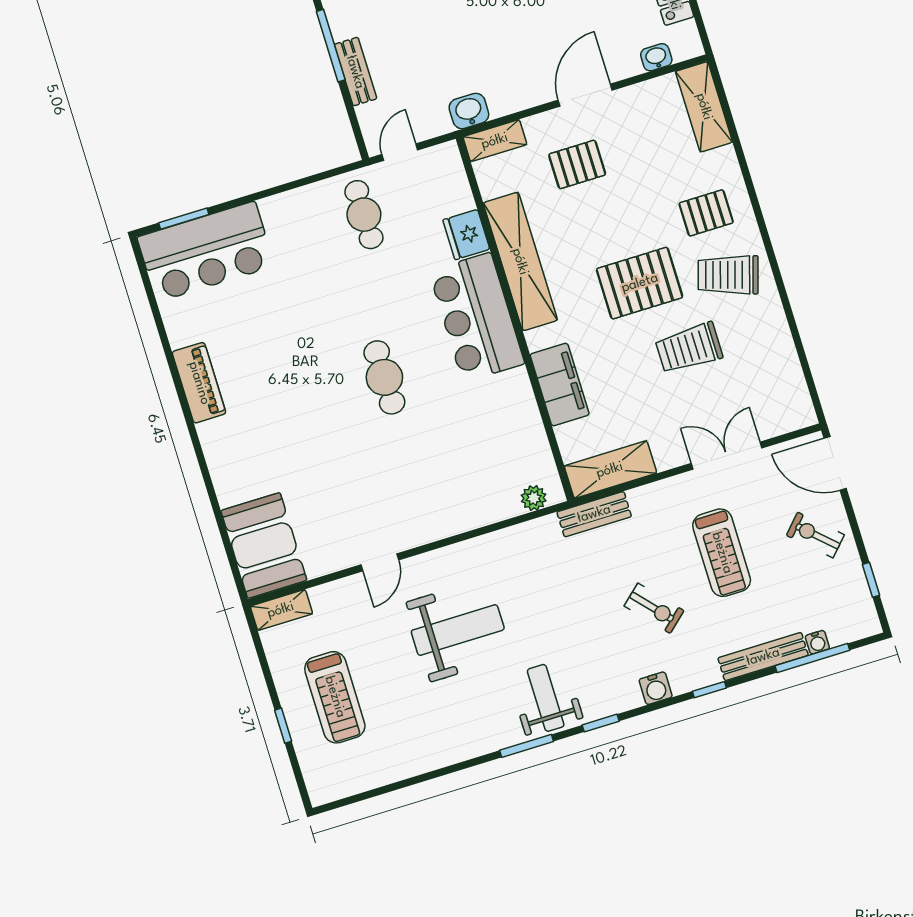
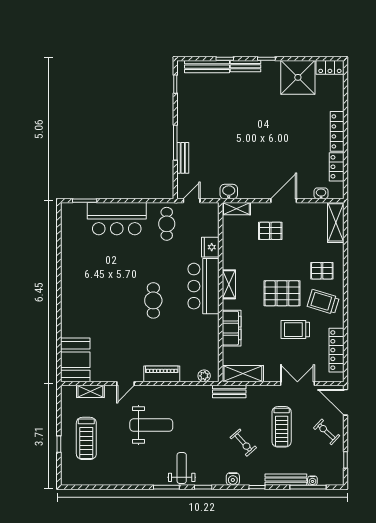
bar counter: (206, 252) -> (117, 219), moved
shelving: (520, 262) -> (229, 284), width x0.45, depth x0.75
locker: (785, 364) -> (336, 350), added
piano: (199, 383) -> (162, 374), moved, turned -90
shelving: (281, 610) -> (90, 391), moved

